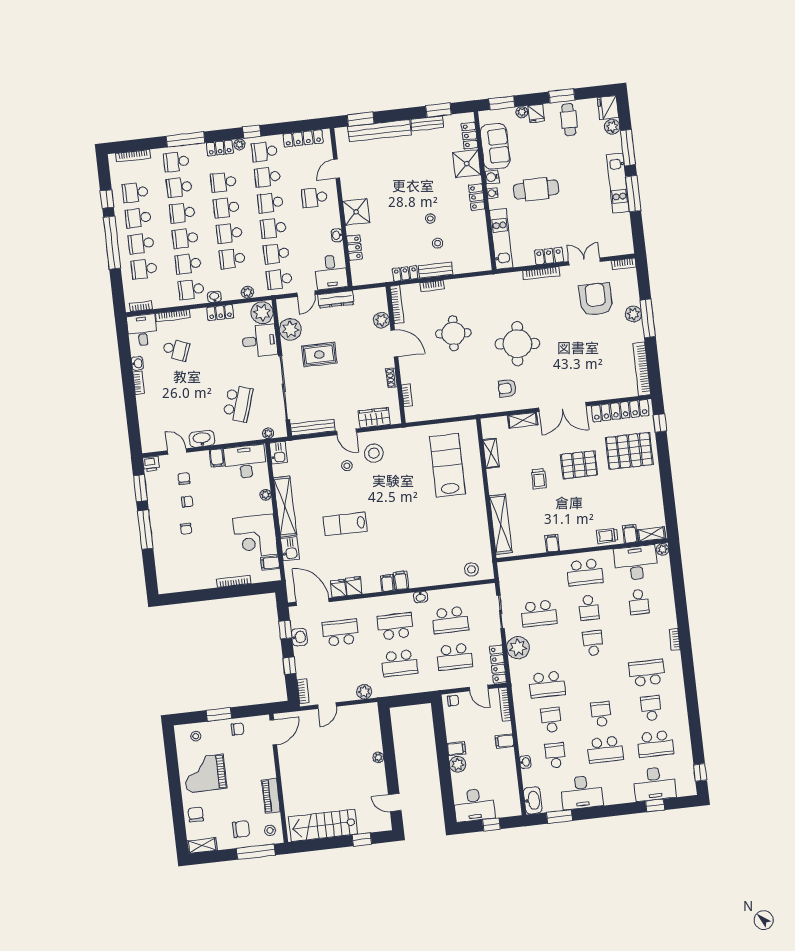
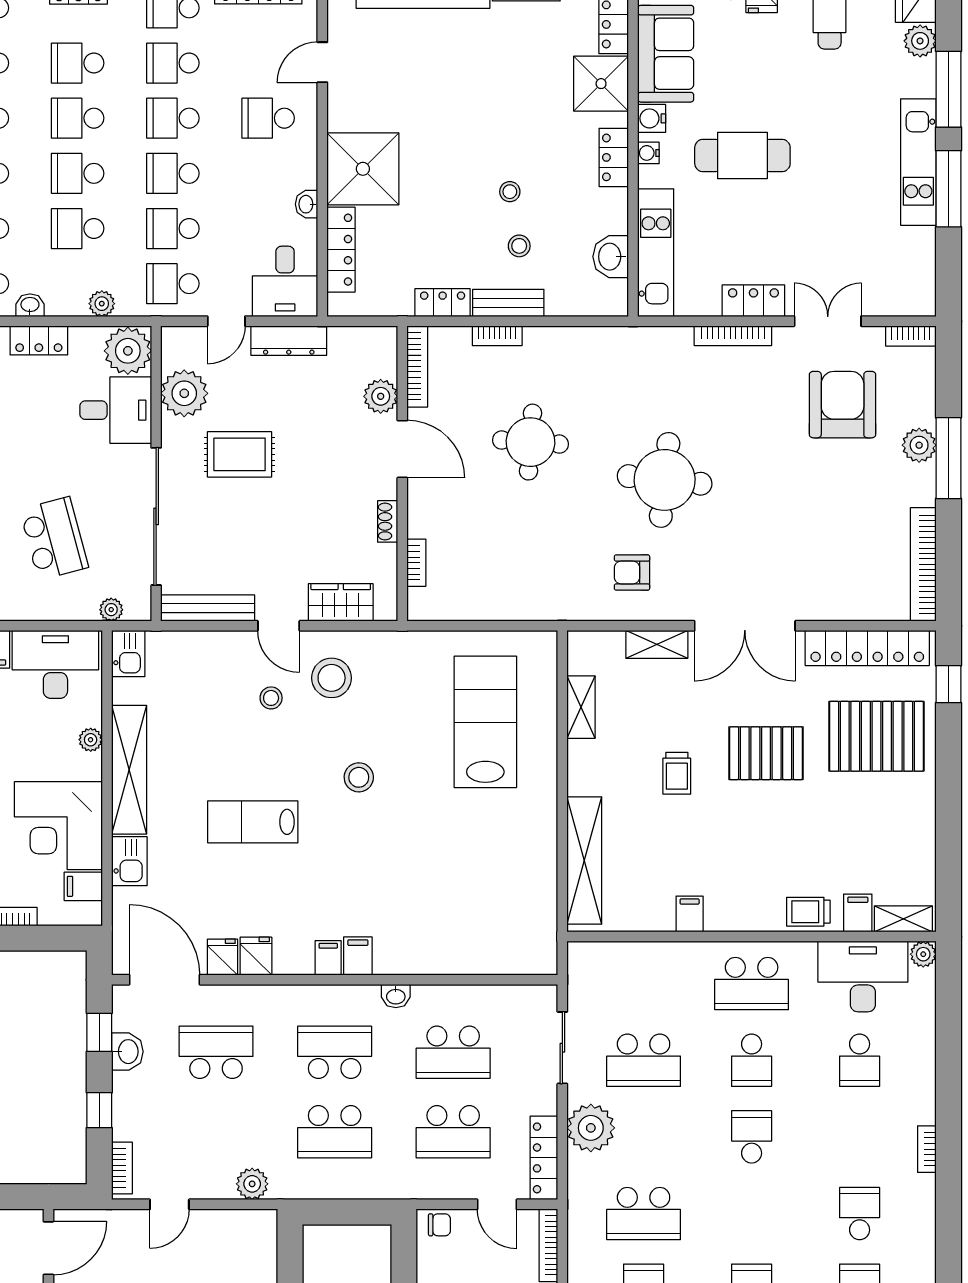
shower: (356, 212) -> (363, 169), width x1.37, depth x1.37
washbasin: (481, 243) -> (611, 257), added
locker: (354, 248) -> (341, 250), width x1.53
school desk: (238, 404) -> (54, 538), turned -33
stool: (471, 569) -> (359, 777), moved
school desk: (647, 673) -> (860, 1214), width x0.54

